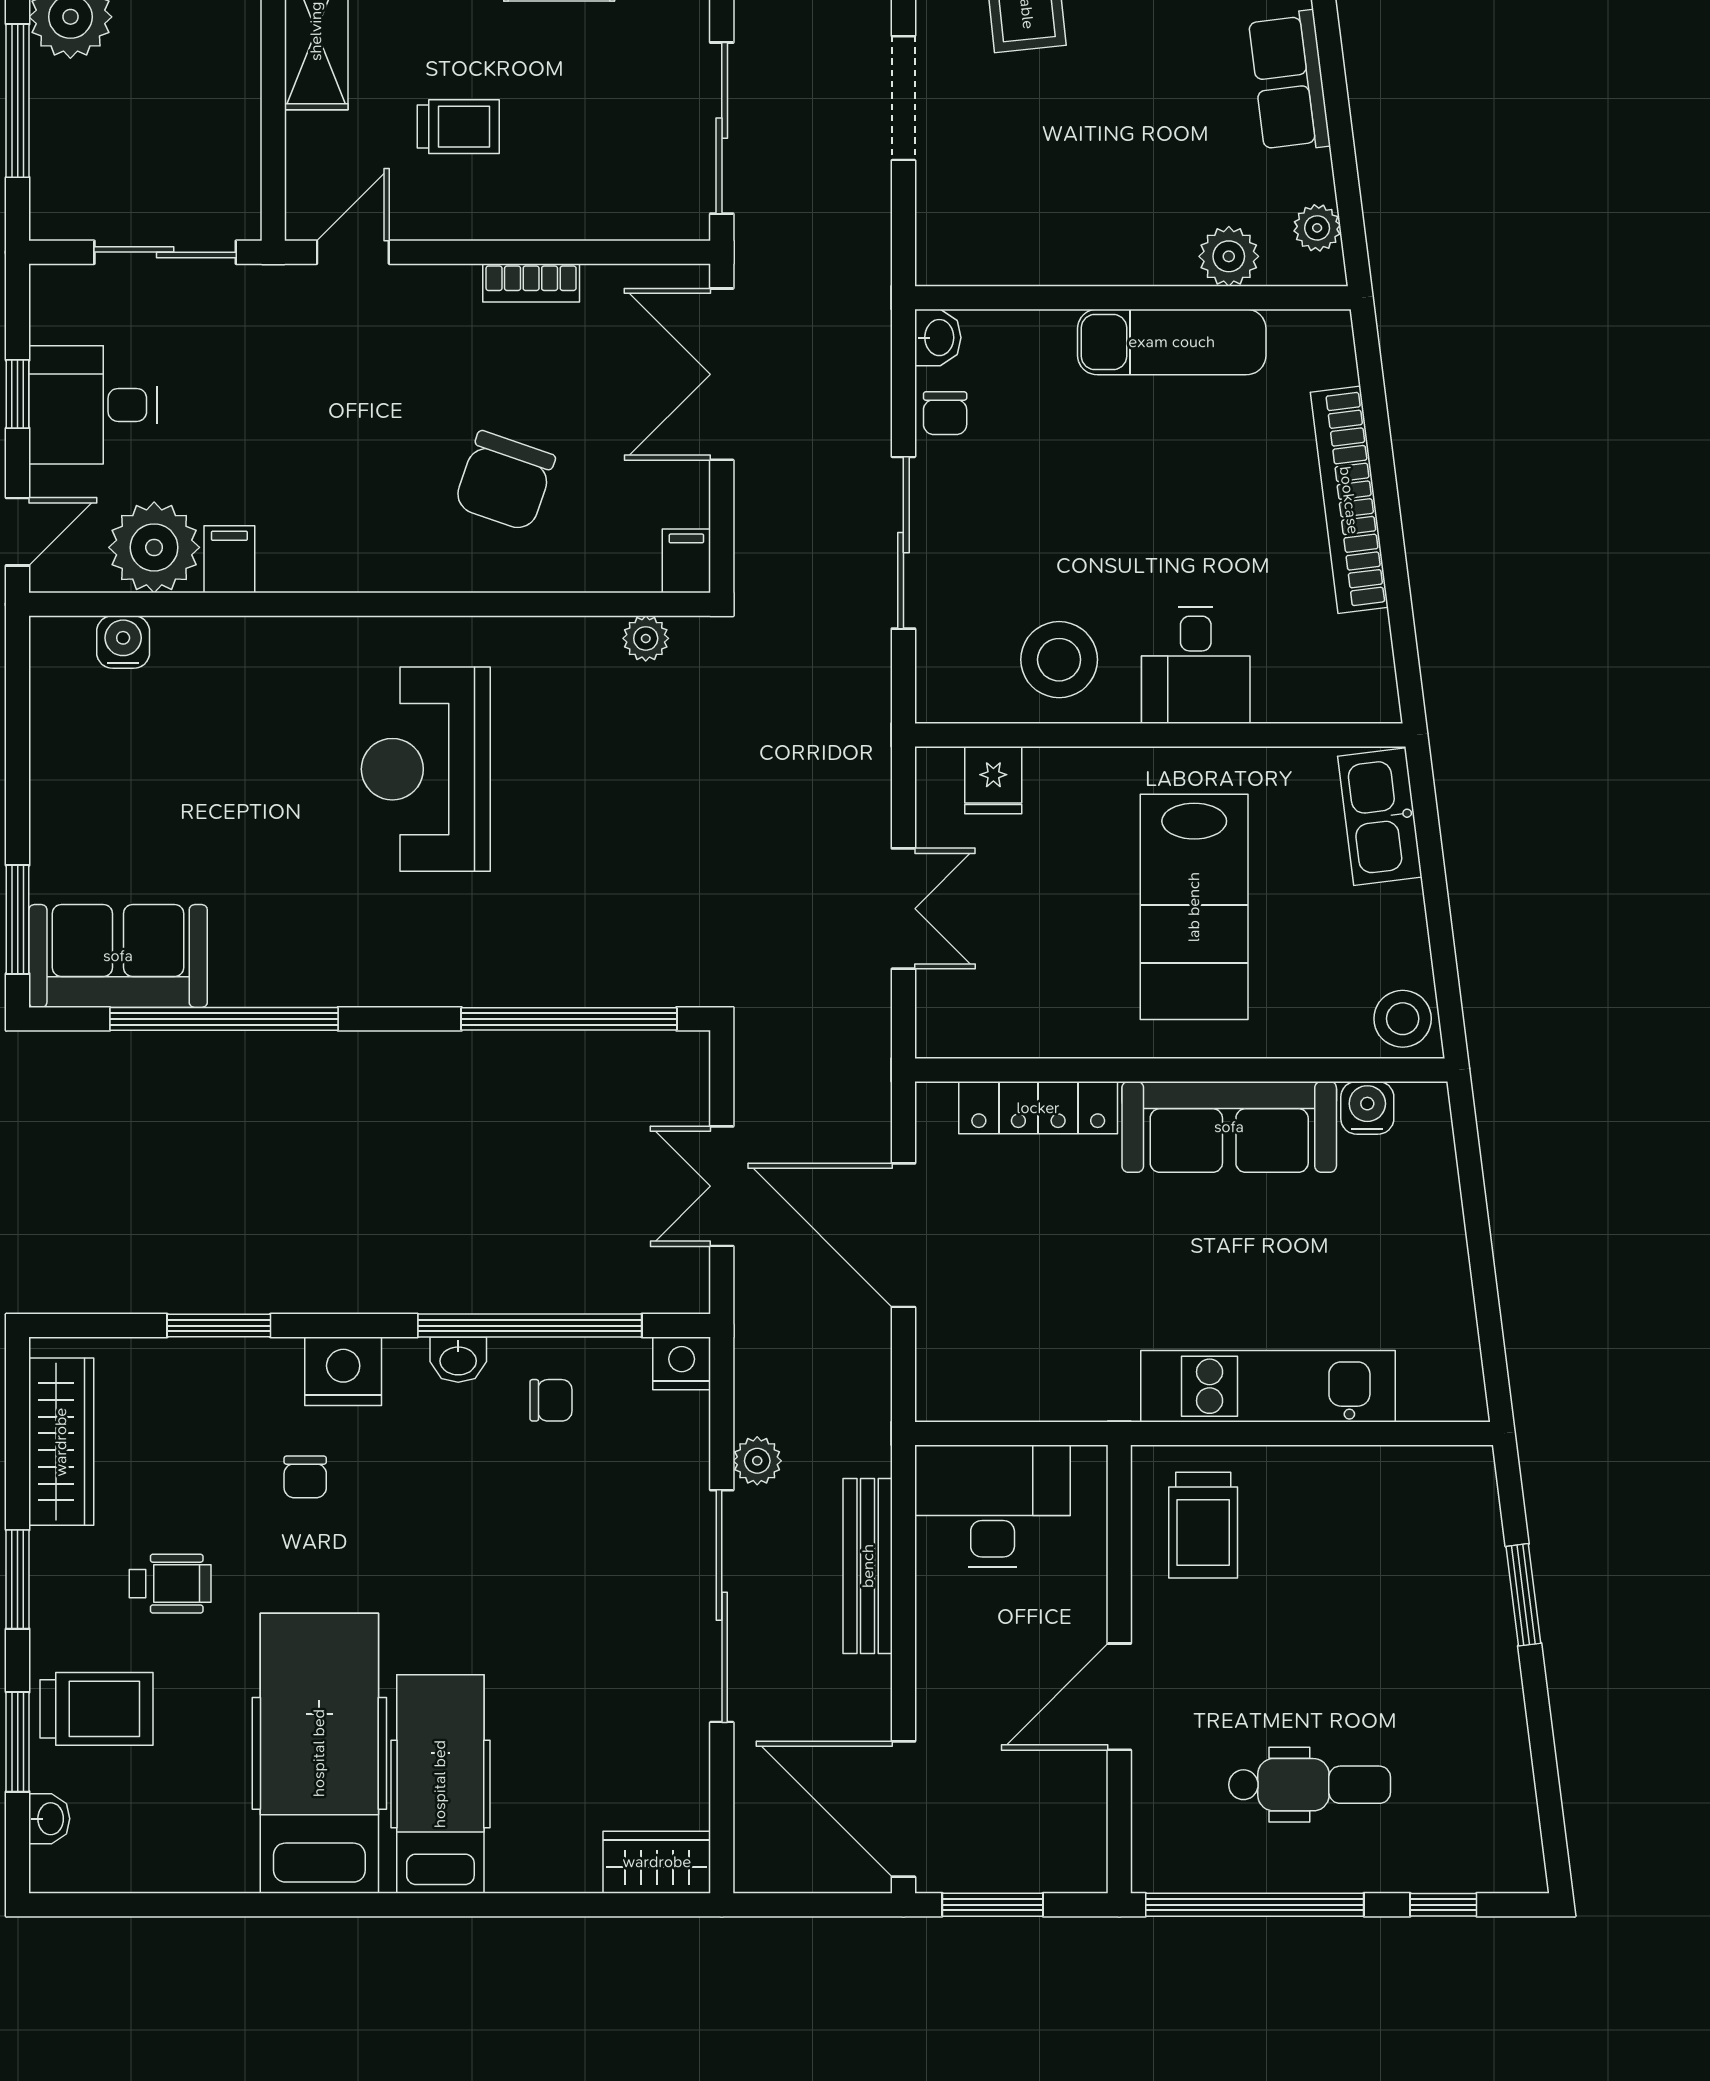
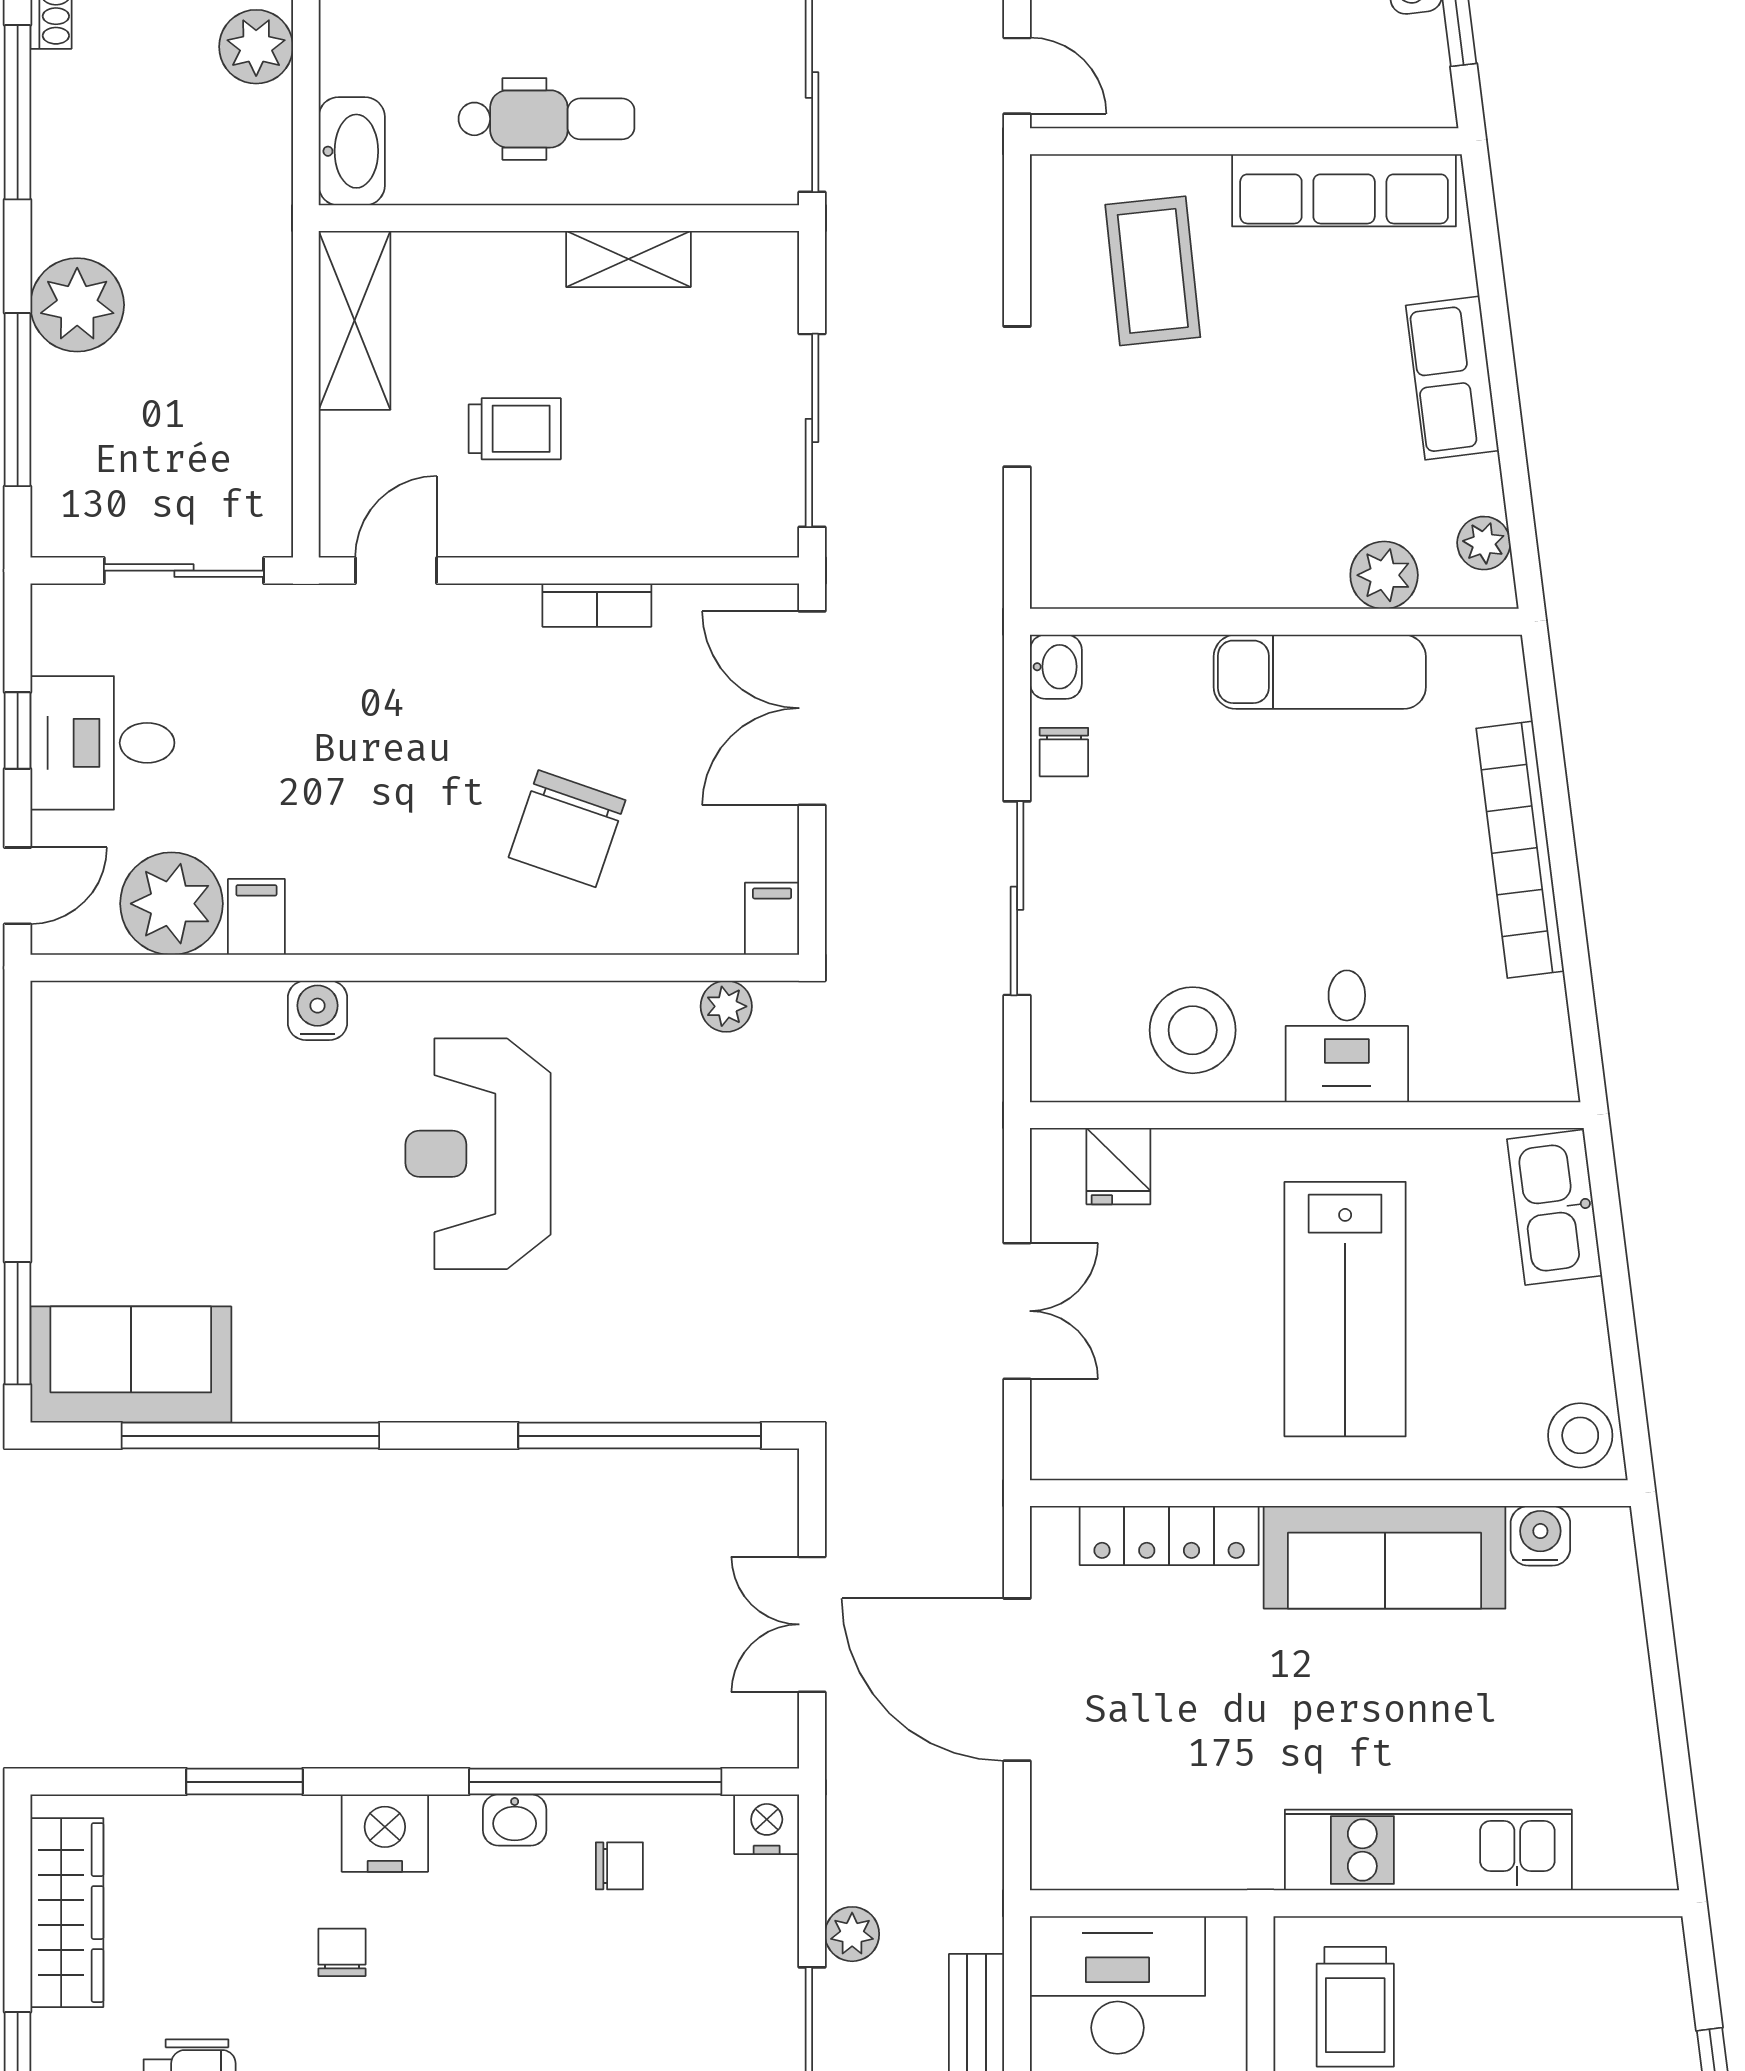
water cooler: (123, 642) -> (318, 1010), moved
chair: (305, 1477) -> (342, 1952), turned 180

